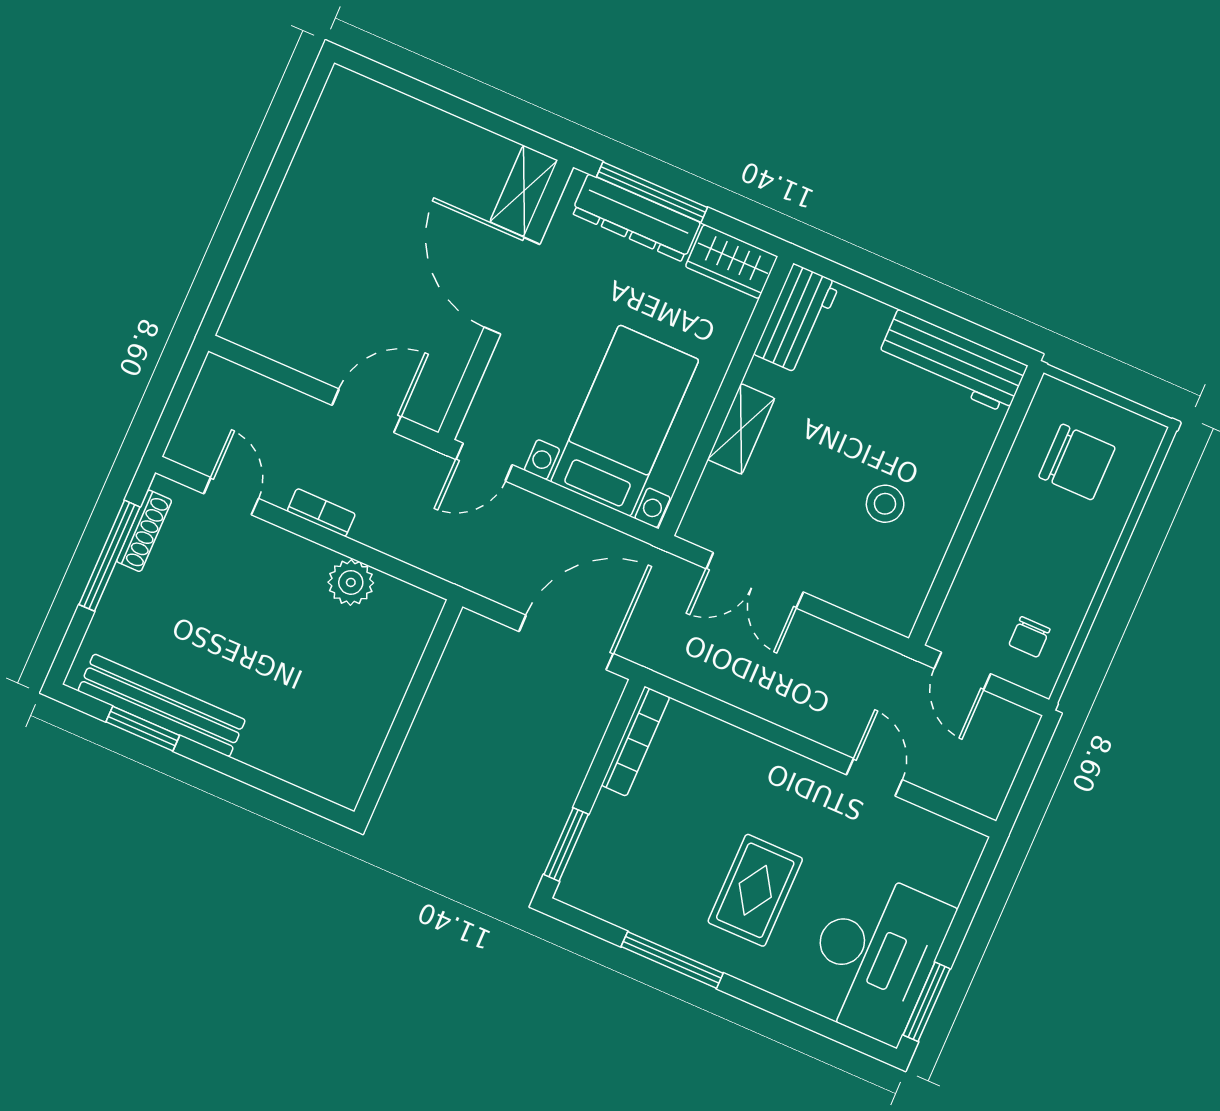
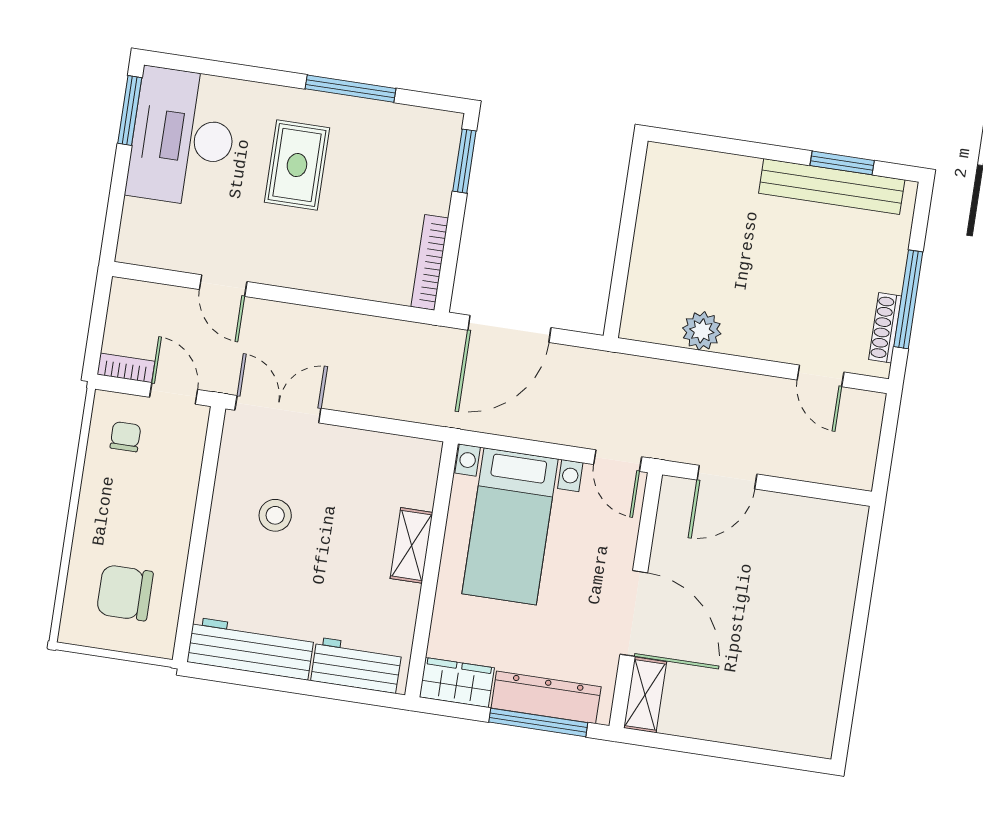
workbench: (797, 319) -> (356, 665), moved, turned 90
door: (484, 462) -> (618, 461), swing flipped
bookcase: (321, 513) -> (126, 368), moved, turned 180
double door: (755, 580) -> (278, 409), moved

